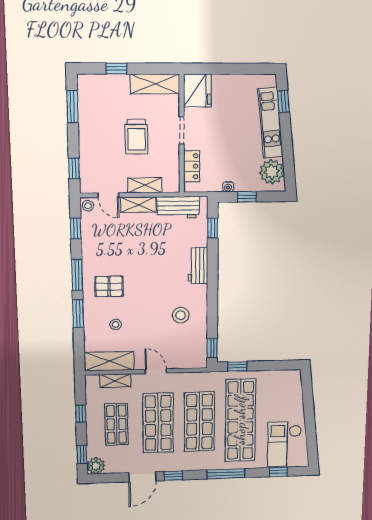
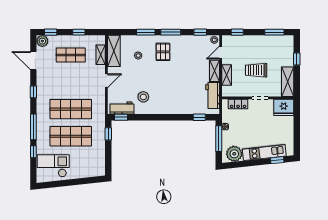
window: (247, 197) -> (219, 139), width x2.17
workbench: (198, 266) -> (122, 108), moved
shop shelf: (240, 420) -> (71, 136), width x0.71
shop shelf: (158, 423) -> (71, 82), removed
window: (278, 472) -> (33, 152), moved
door: (142, 477) -> (33, 61), moved

